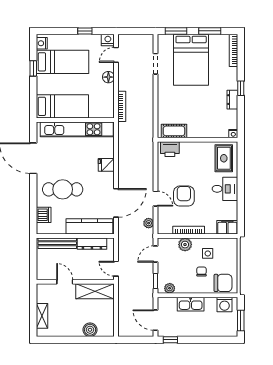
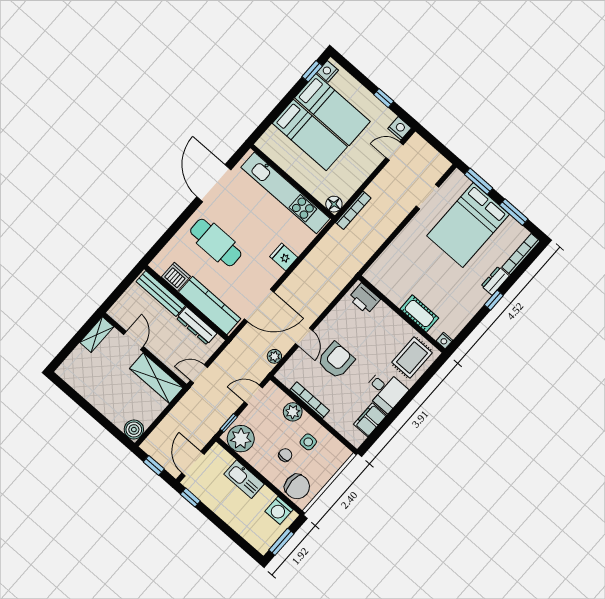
window: (33, 68) -> (312, 71), moved
floor lamp: (108, 77) -> (334, 204), moved
dresser: (232, 100) -> (495, 281), moved
bed: (62, 106) -> (310, 135), moved
cot: (174, 131) -> (419, 314), moved
dishwasher: (44, 215) -> (176, 277), moved, turned -90
filing cabinet: (227, 227) -> (370, 420), moved, turned -90
door: (116, 269) -> (199, 374), hinge flipped
plant: (170, 288) -> (241, 439), width x1.88, depth x1.88
shelving: (42, 316) -> (97, 335), moved
boiler: (90, 330) -> (134, 430), moved
window: (135, 340) -> (154, 465), added

